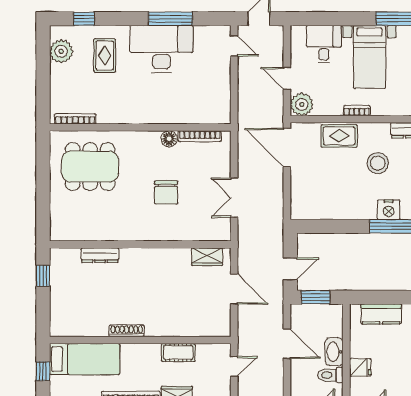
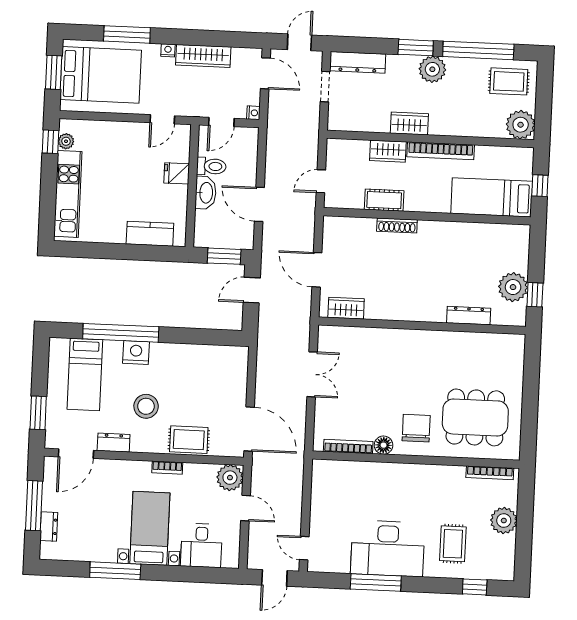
plant: (61, 51) -> (504, 521), moved
chair: (166, 192) -> (416, 428), moved
plant: (62, 282) -> (513, 287), added
shoe rack: (127, 331) -> (397, 226), moved

